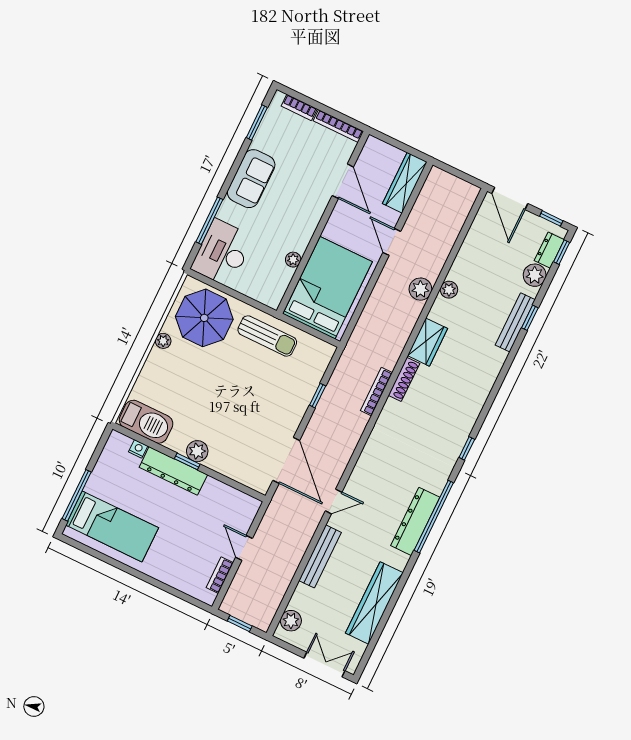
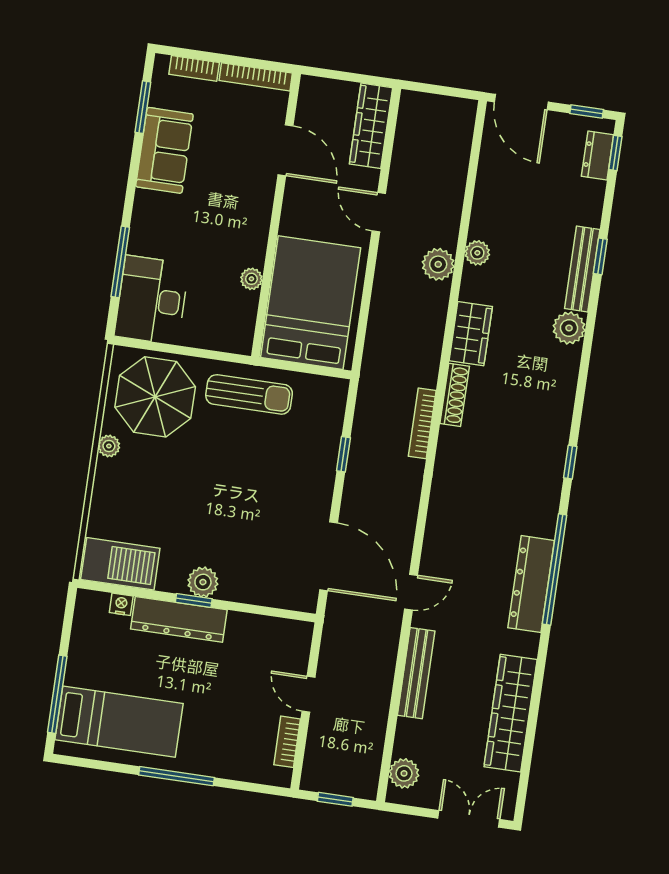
sofa: (251, 179) -> (164, 150), moved
plant: (535, 275) -> (569, 328), moved
window: (139, 575) -> (177, 776), added

